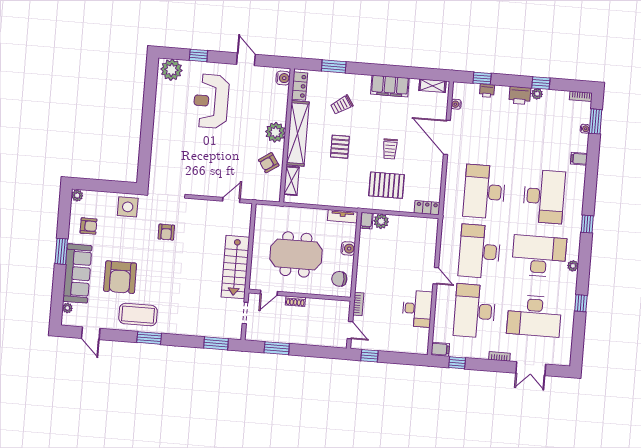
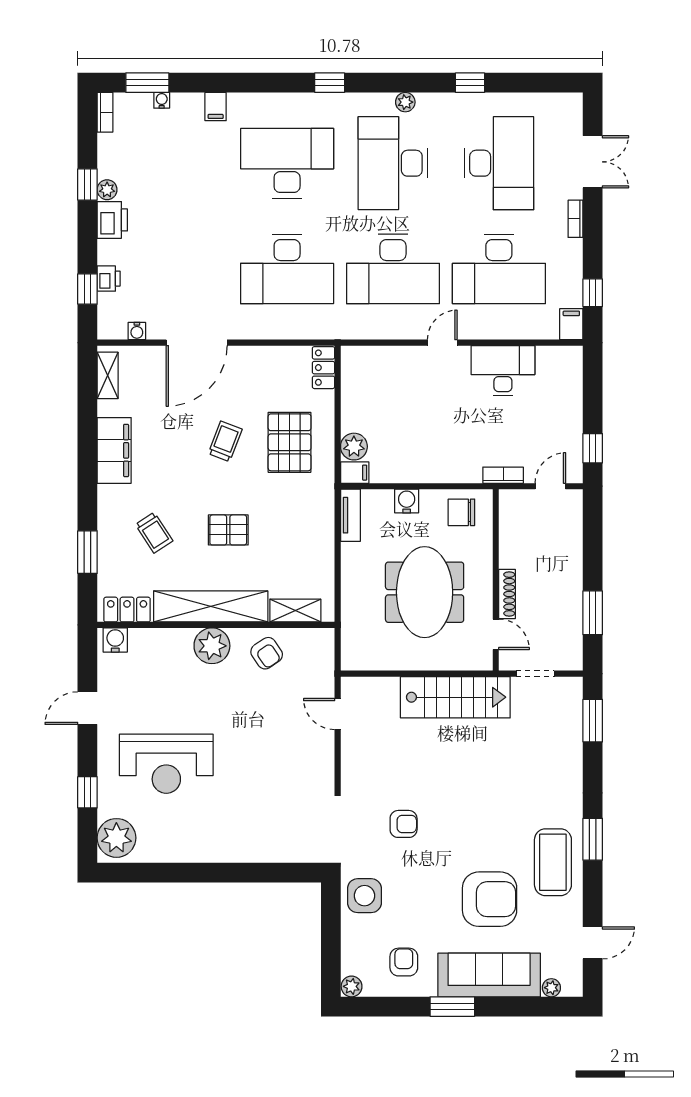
trolley: (390, 149) -> (225, 441), turned -69
chair: (339, 279) -> (461, 512), turned 90
shoe rack: (295, 301) -> (507, 594), width x1.43

